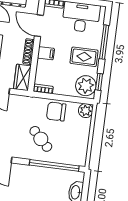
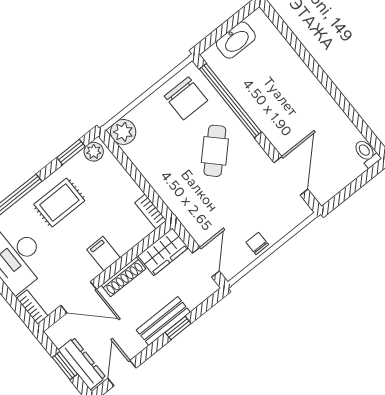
door: (39, 26) -> (79, 297), hinge flipped
rug: (84, 57) -> (59, 202), turned 90
plant: (86, 86) -> (94, 152), width x0.53, depth x0.53
chair: (56, 112) -> (186, 98), moved

